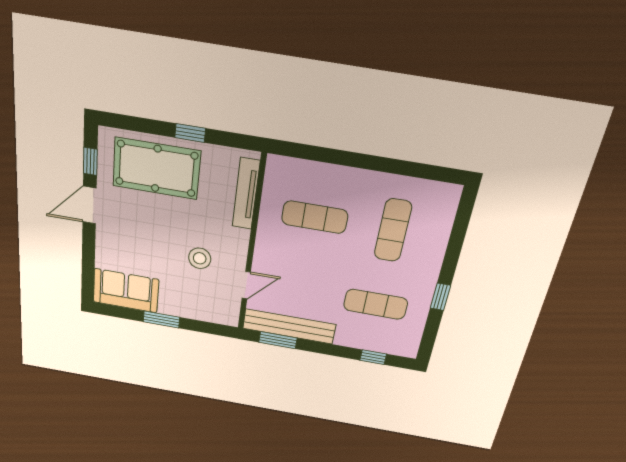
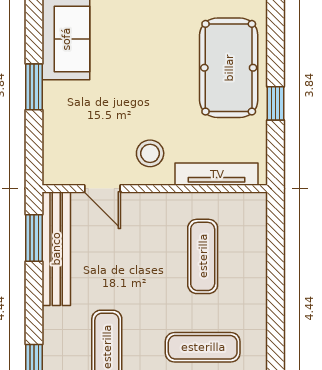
stool: (200, 258) -> (150, 153), moved

